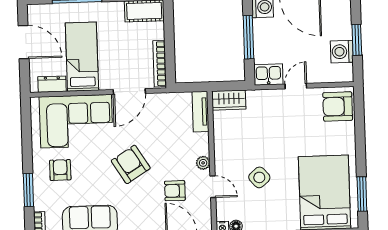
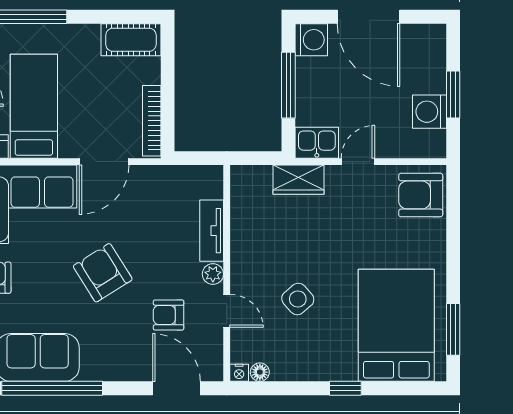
wardrobe: (229, 100) -> (298, 180), moved
tv unit: (200, 112) -> (212, 231), moved

